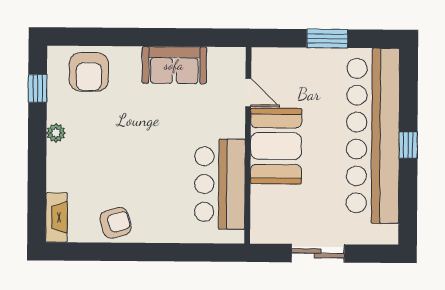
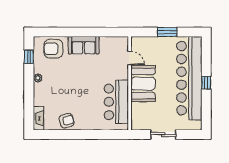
sofa: (174, 65) -> (84, 45), moved
armchair: (89, 72) -> (53, 49), turned 90

